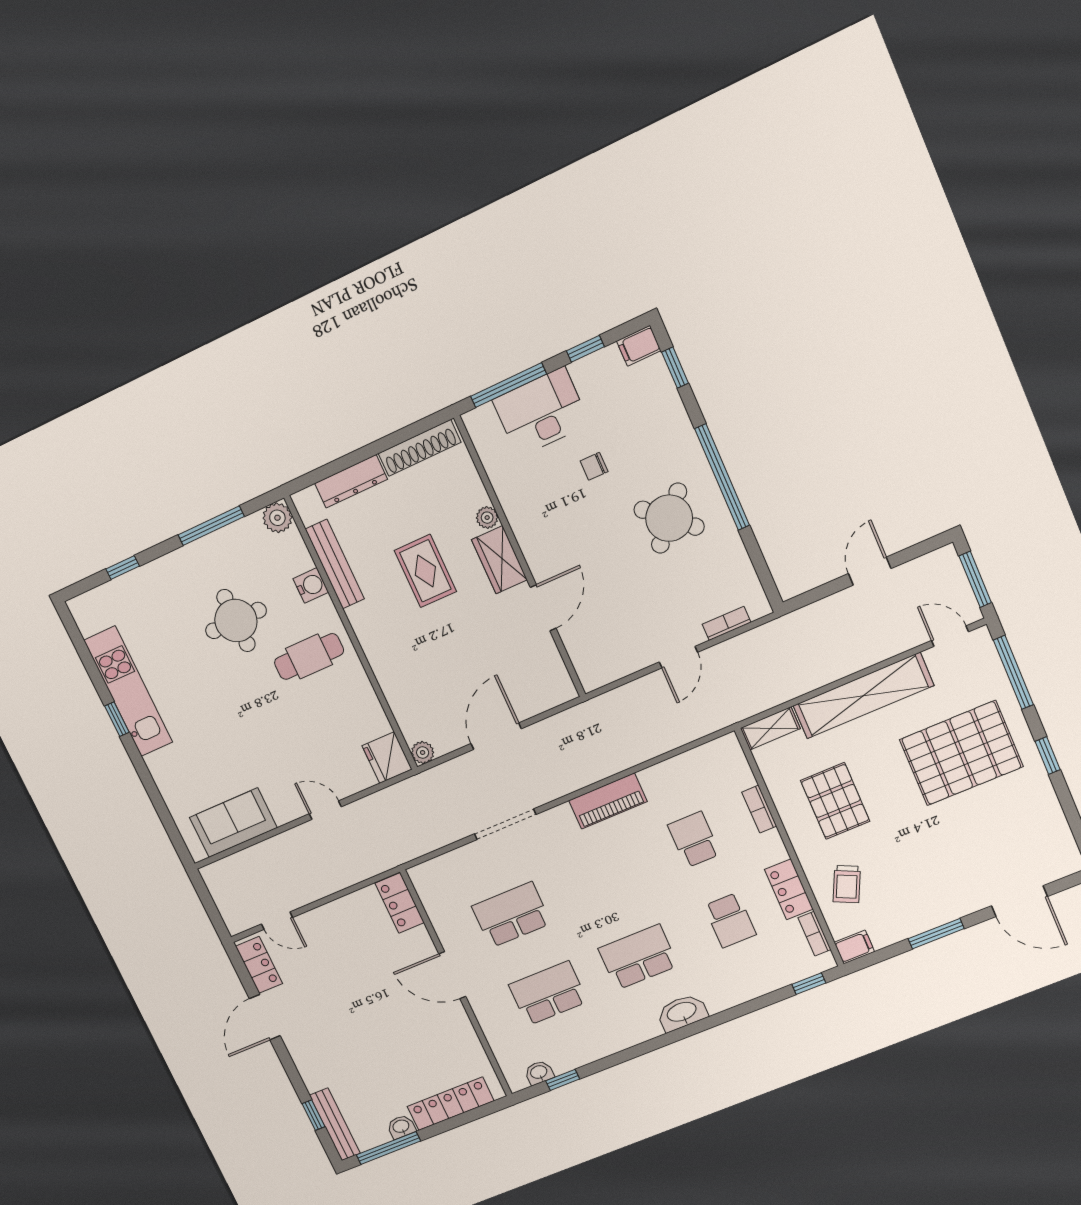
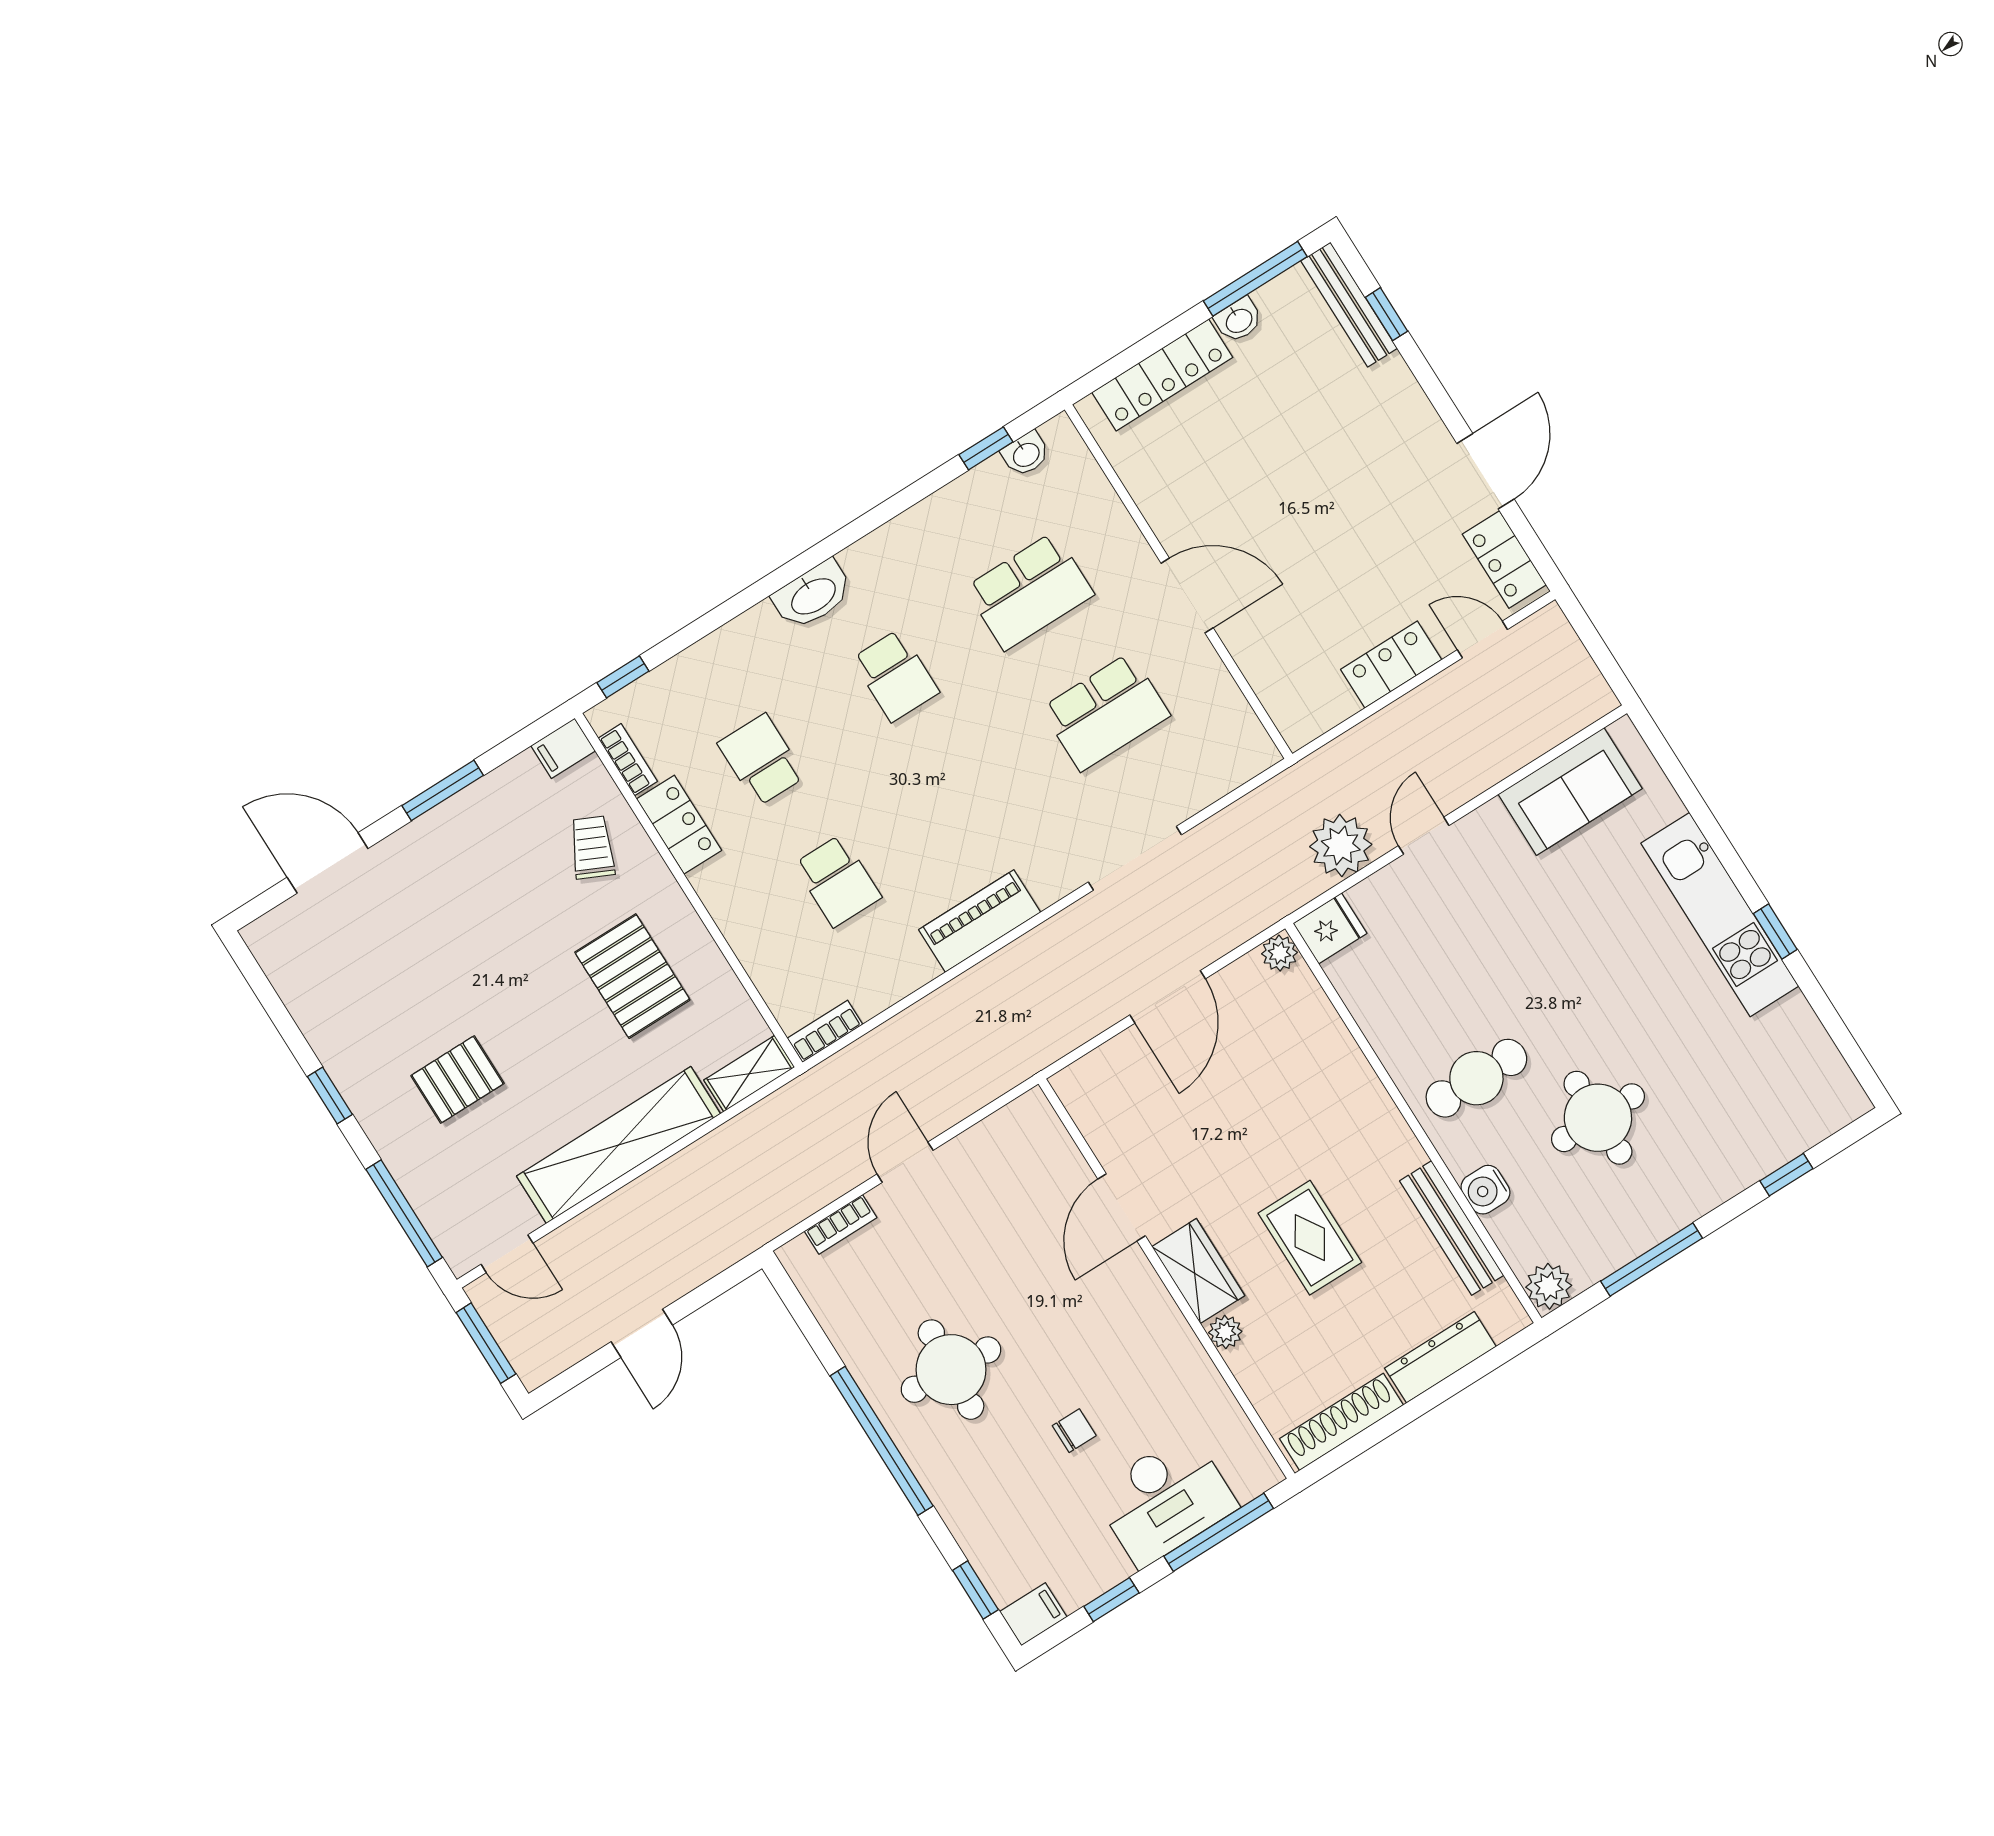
round table: (669, 518) -> (951, 1370), turned -38
kitchen unit: (128, 691) -> (1720, 915), moved
pallet: (961, 753) -> (458, 1079), width x0.49, depth x0.50
fridge: (387, 758) -> (1330, 928), width x0.72
bookcase: (759, 809) -> (825, 1031), moved, turned -90
door: (325, 810) -> (1424, 836), swing flipped
plant: (377, 812) -> (1341, 845), added
locker: (400, 903) -> (1391, 665), moved, turned -90
school desk: (638, 957) -> (895, 676), width x0.54

